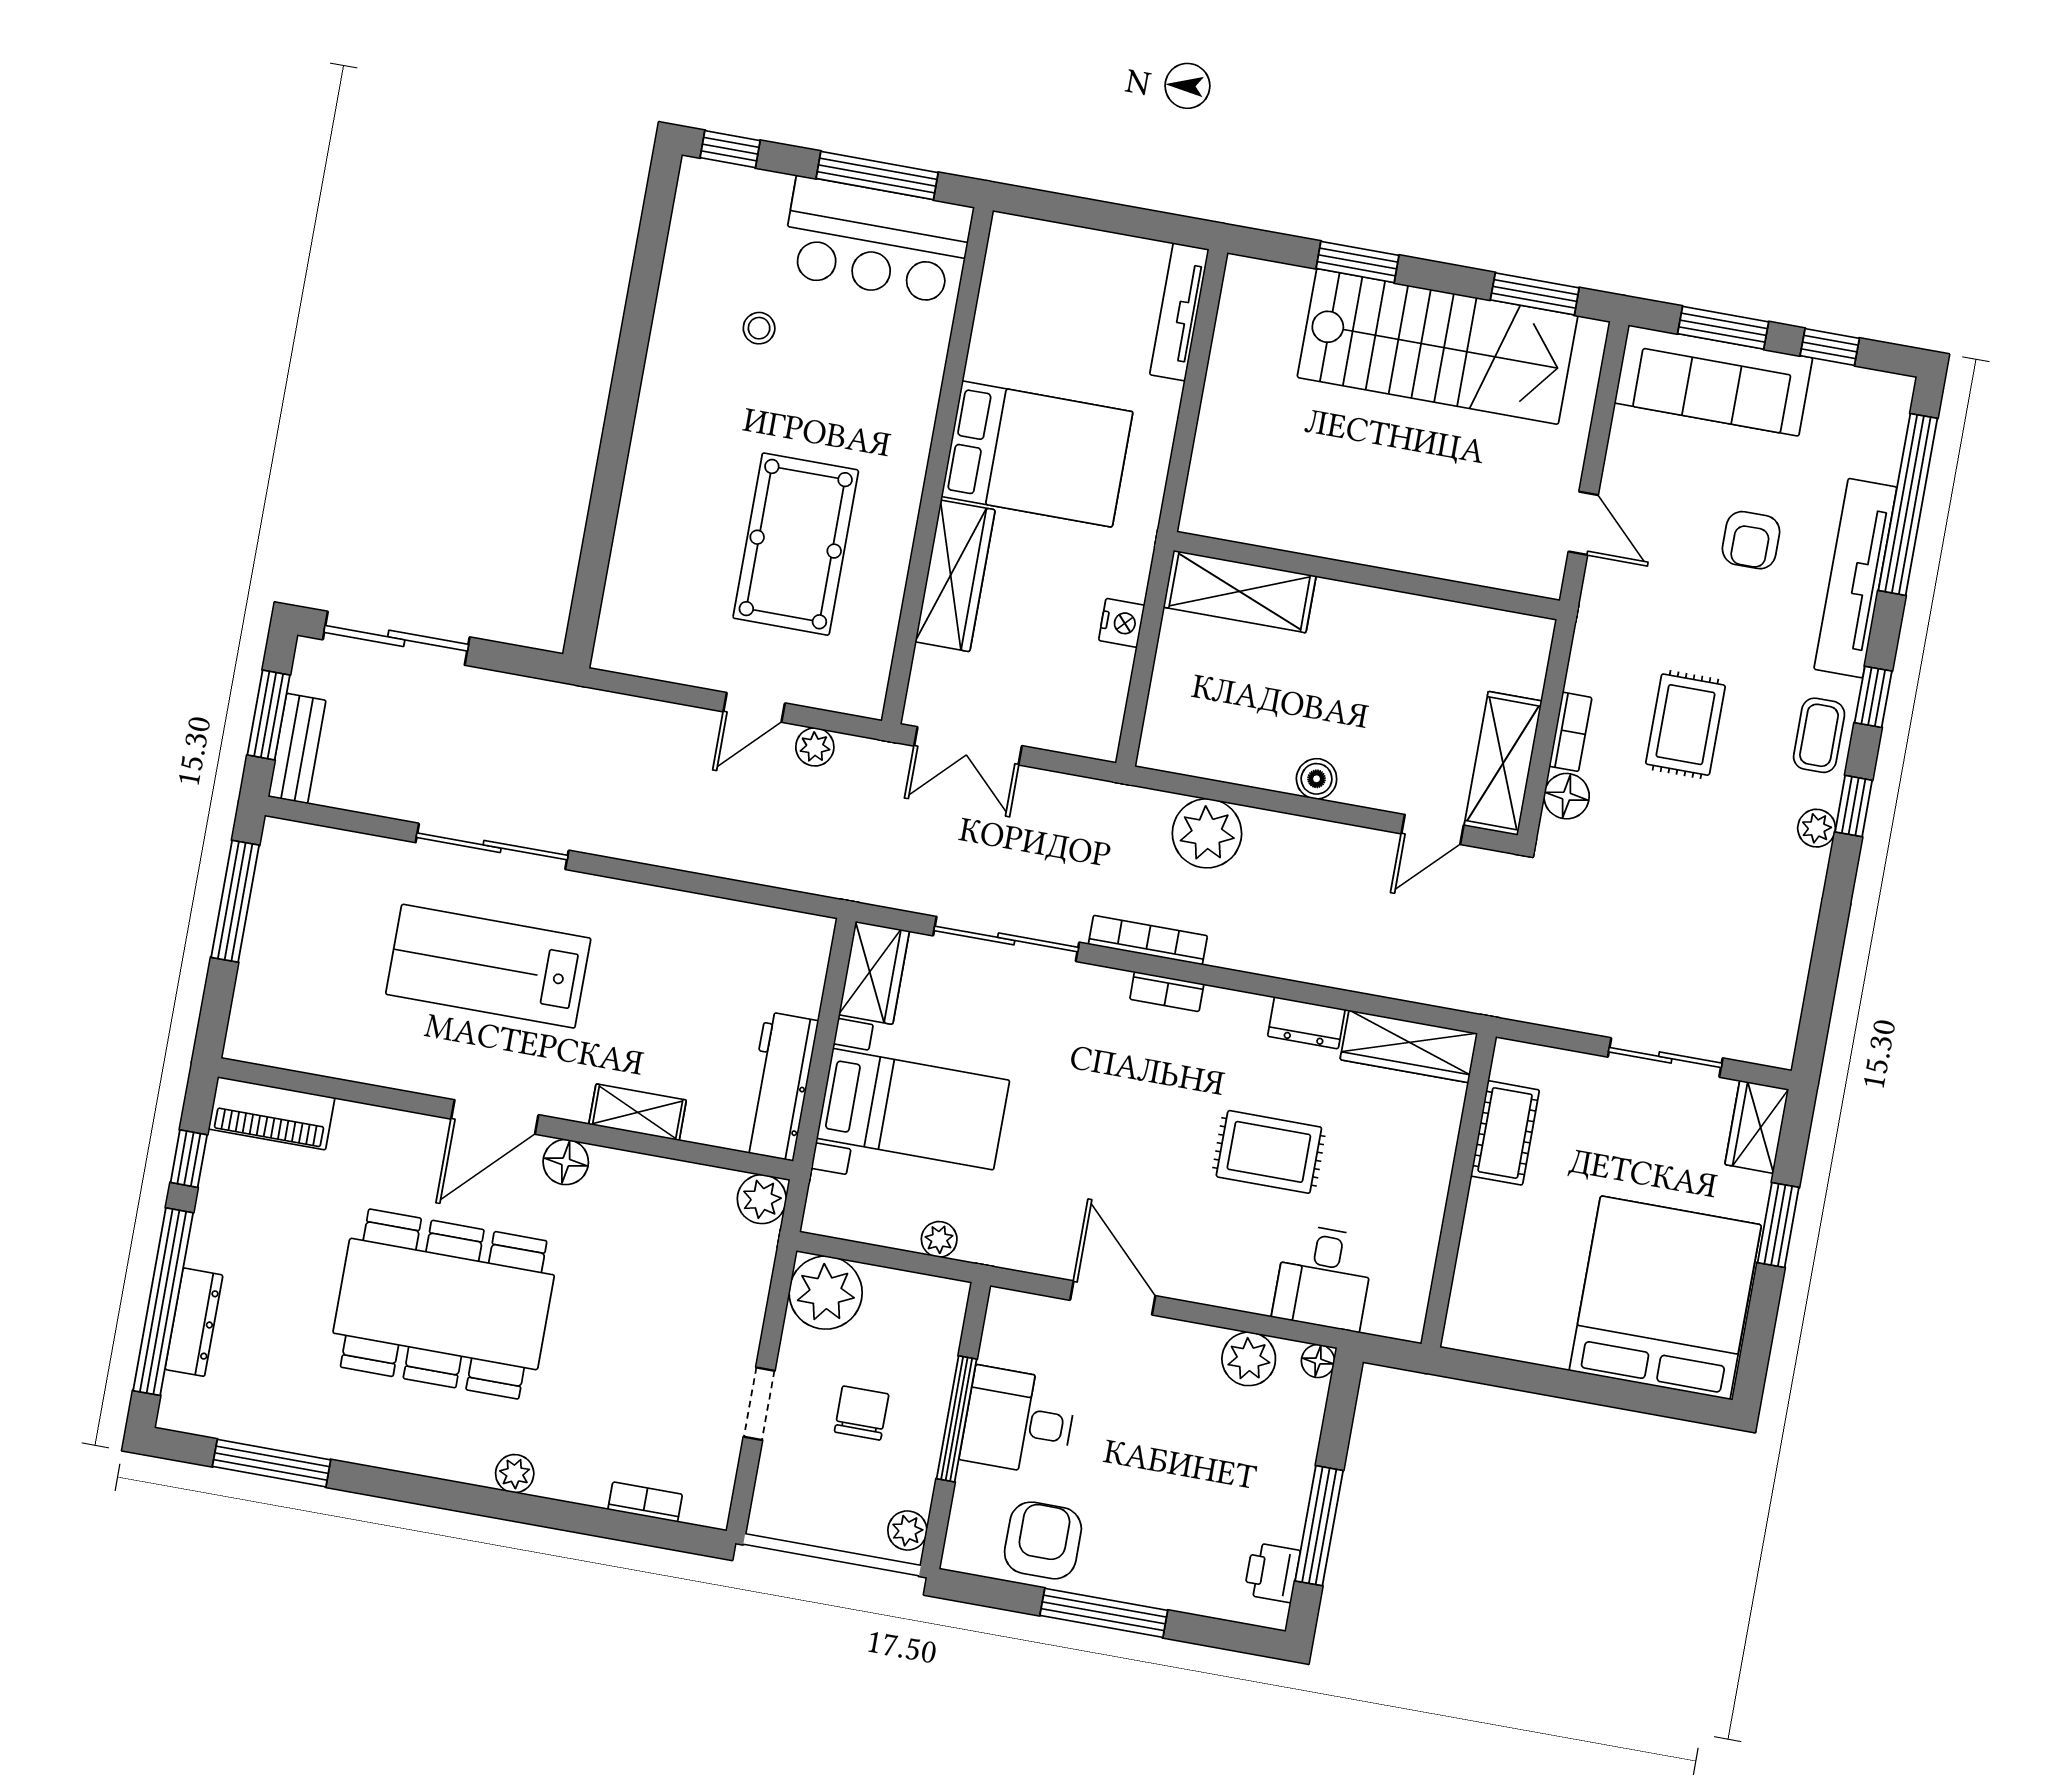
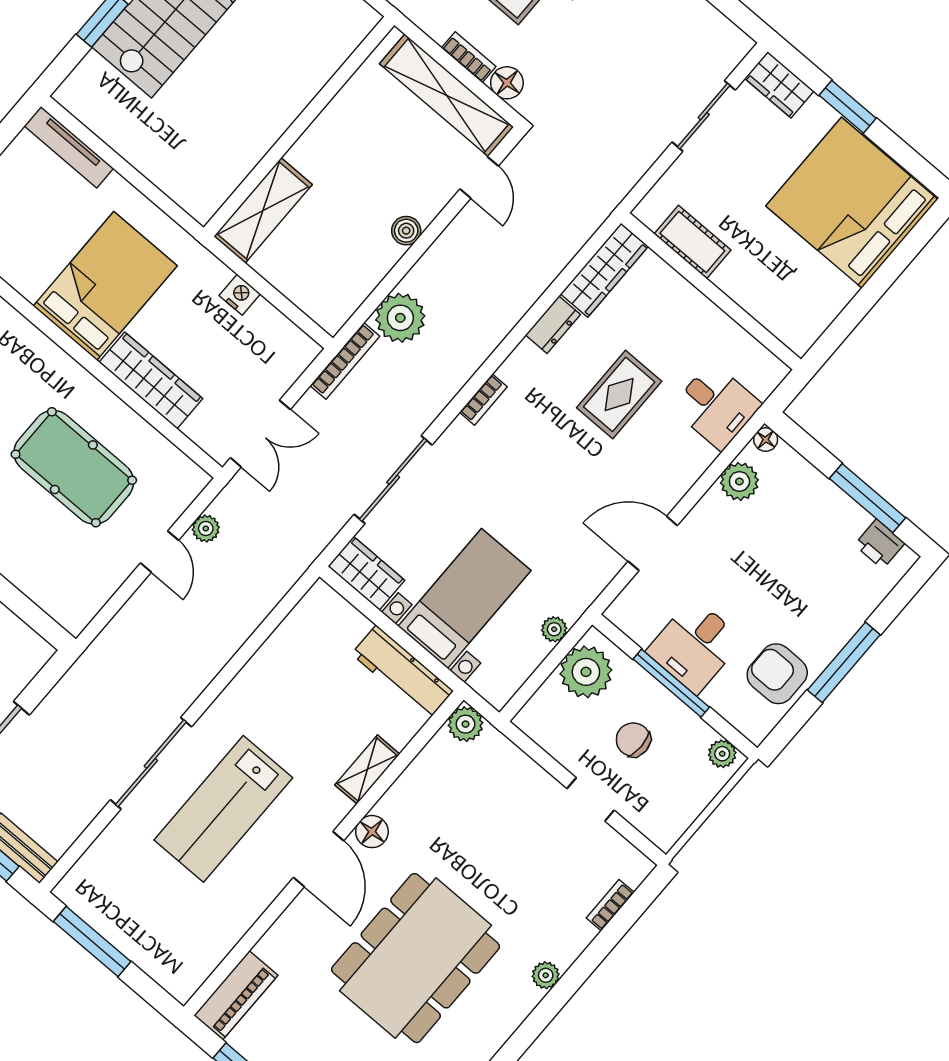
shelving: (1503, 763) -> (447, 95), width x1.47
bookcase: (1148, 940) -> (345, 361), moved, turned 180
plant: (826, 1293) -> (586, 672), moved

